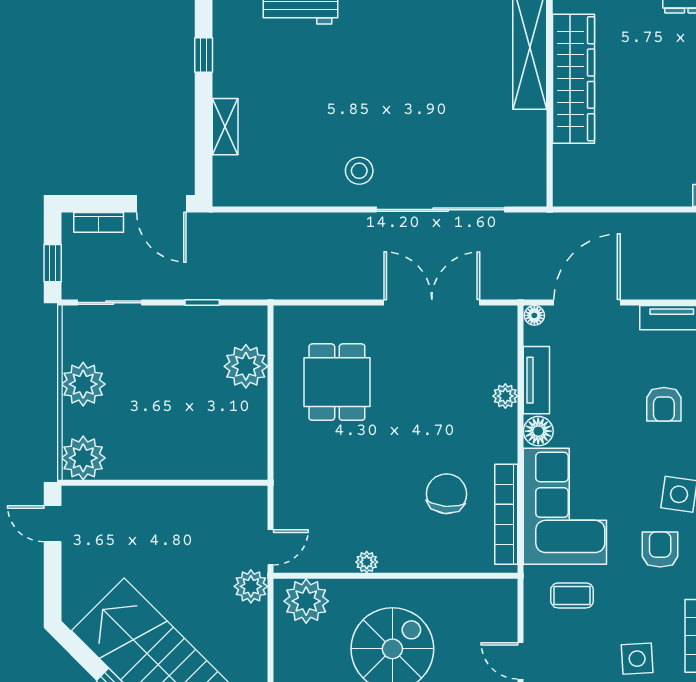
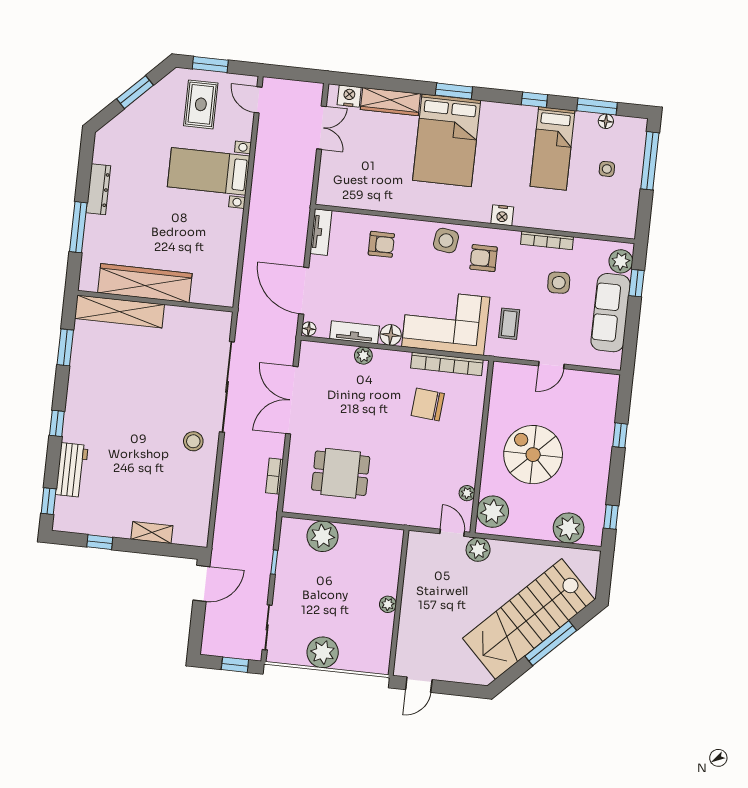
bookcase: (99, 222) -> (274, 476), moved, turned 180
plant: (83, 458) -> (388, 604), moved, width x0.53, depth x0.53
plant: (367, 562) -> (467, 493), moved

